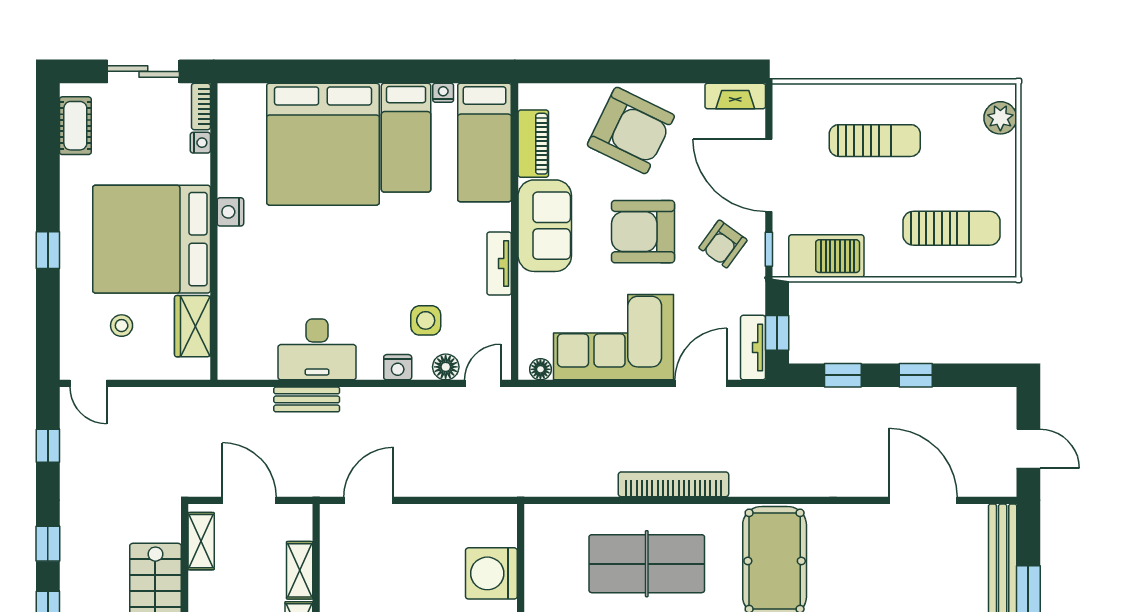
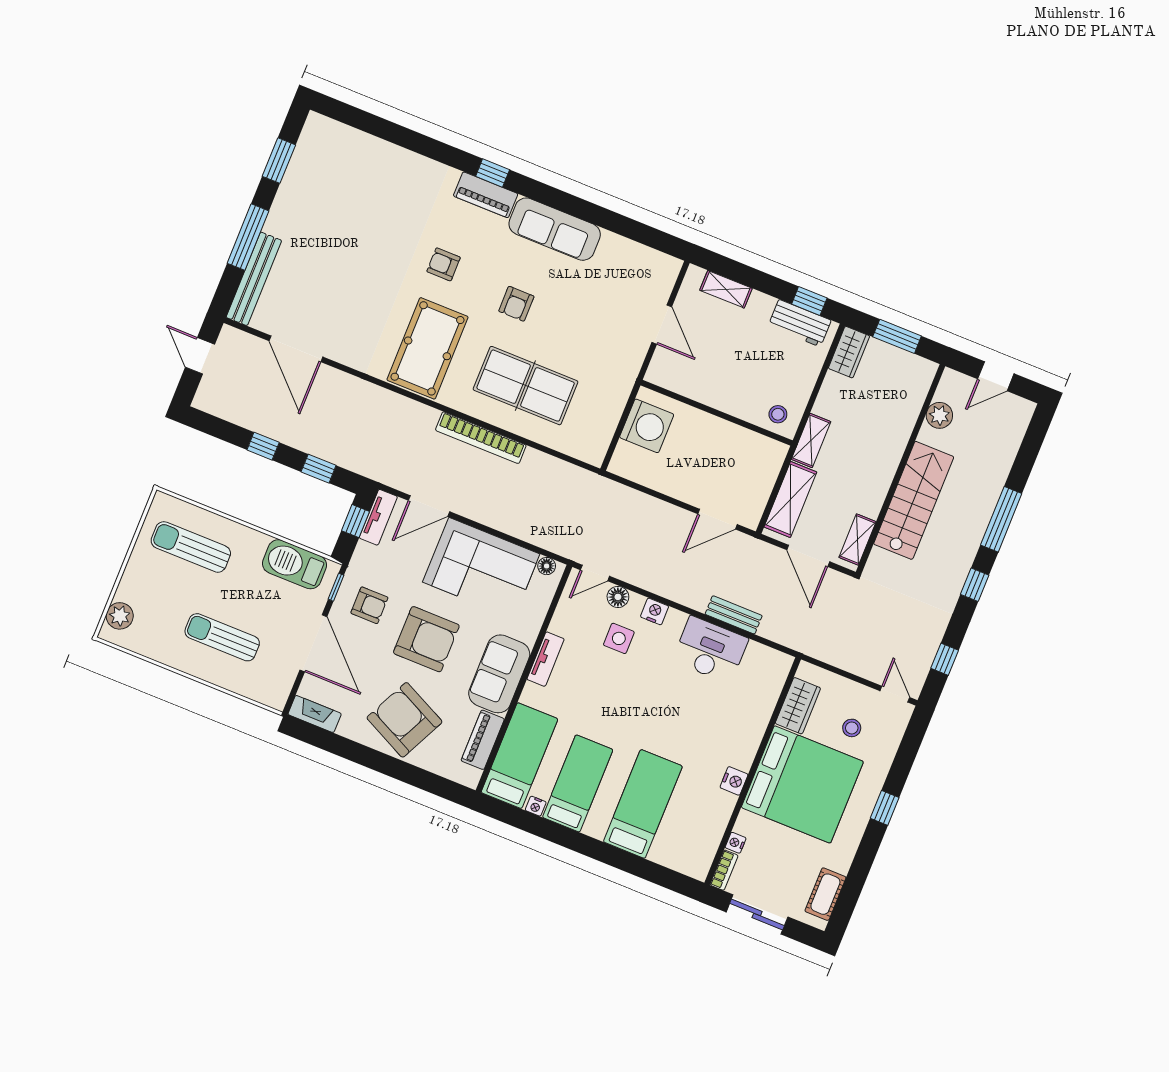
bed: (323, 144) -> (643, 804), width x0.49
armchair: (723, 244) -> (369, 605), turned 54
shelving: (300, 570) -> (790, 499), width x1.50, depth x1.33

